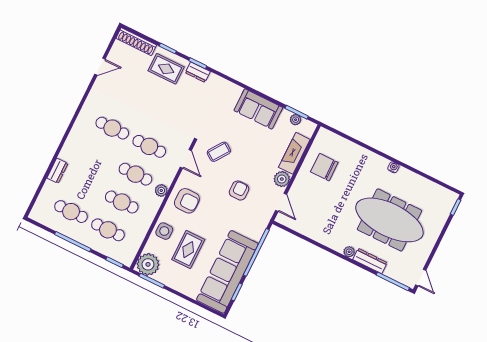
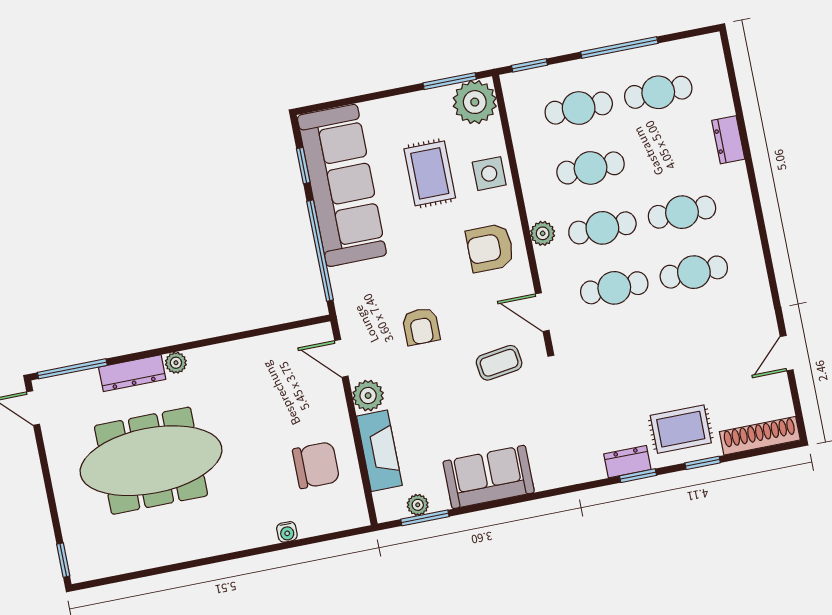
coffee table: (219, 152) -> (499, 363), turned 47
cafe table: (98, 156) -> (682, 212), added
water cooler: (393, 167) -> (287, 532), moved

